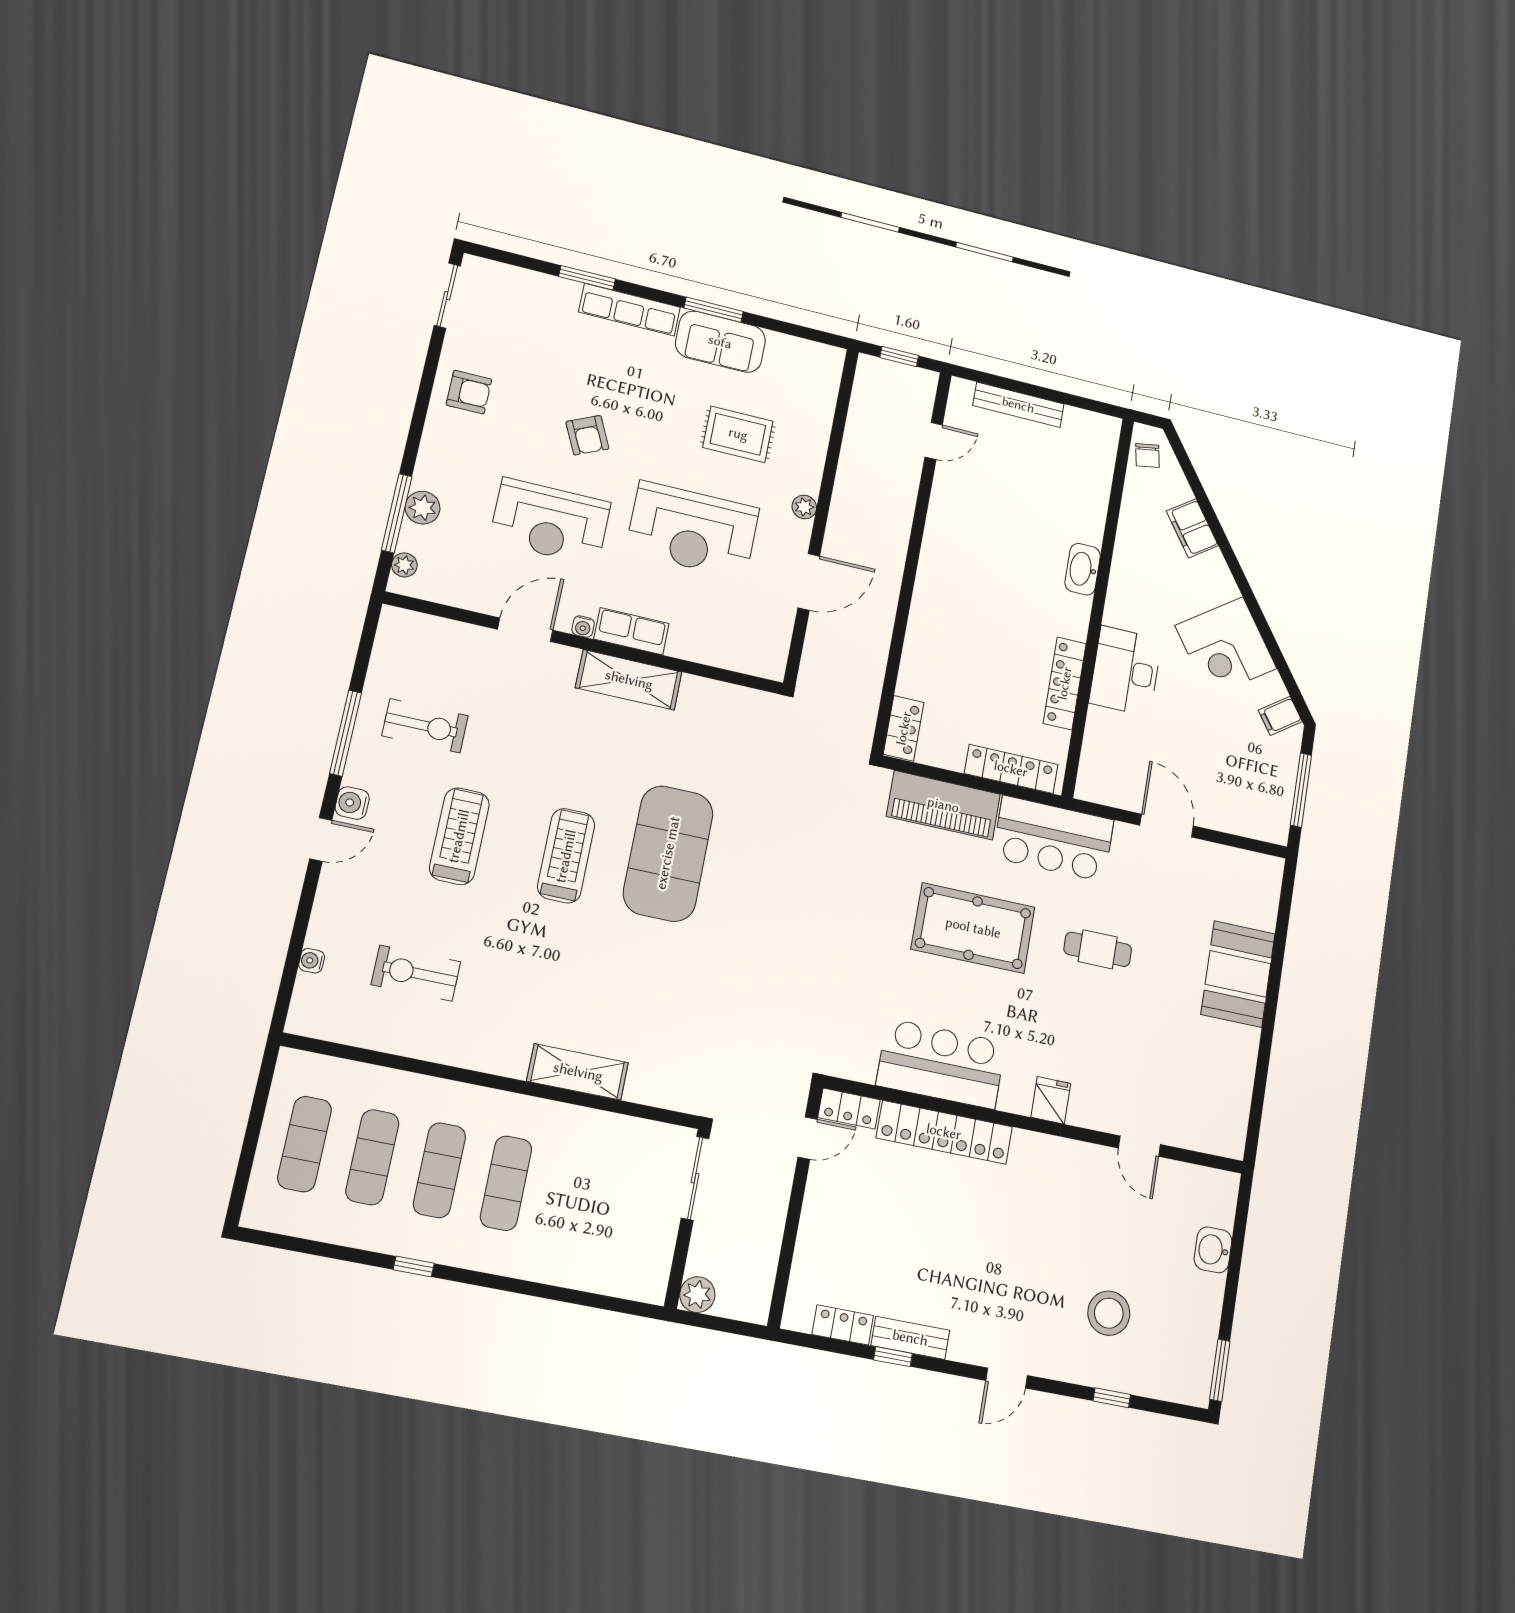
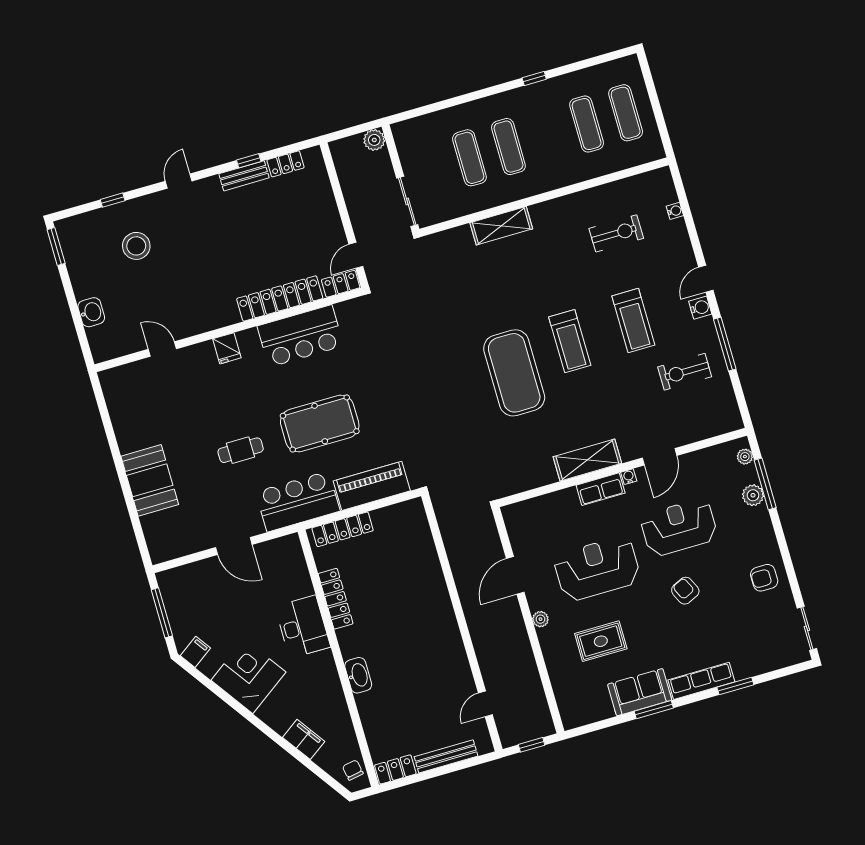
locker: (904, 728) -> (395, 769), moved, turned 90
exercise mat: (439, 1170) -> (469, 158), moved

